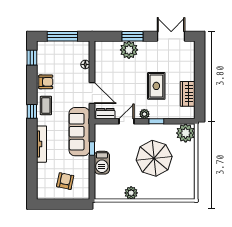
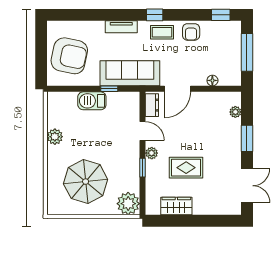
plant: (129, 50) -> (235, 112), moved, width x0.53, depth x0.53
tv unit: (41, 144) -> (121, 27), width x0.71
parasol: (154, 158) -> (86, 182), moved
armchair: (65, 181) -> (69, 56), width x1.88, depth x1.88

